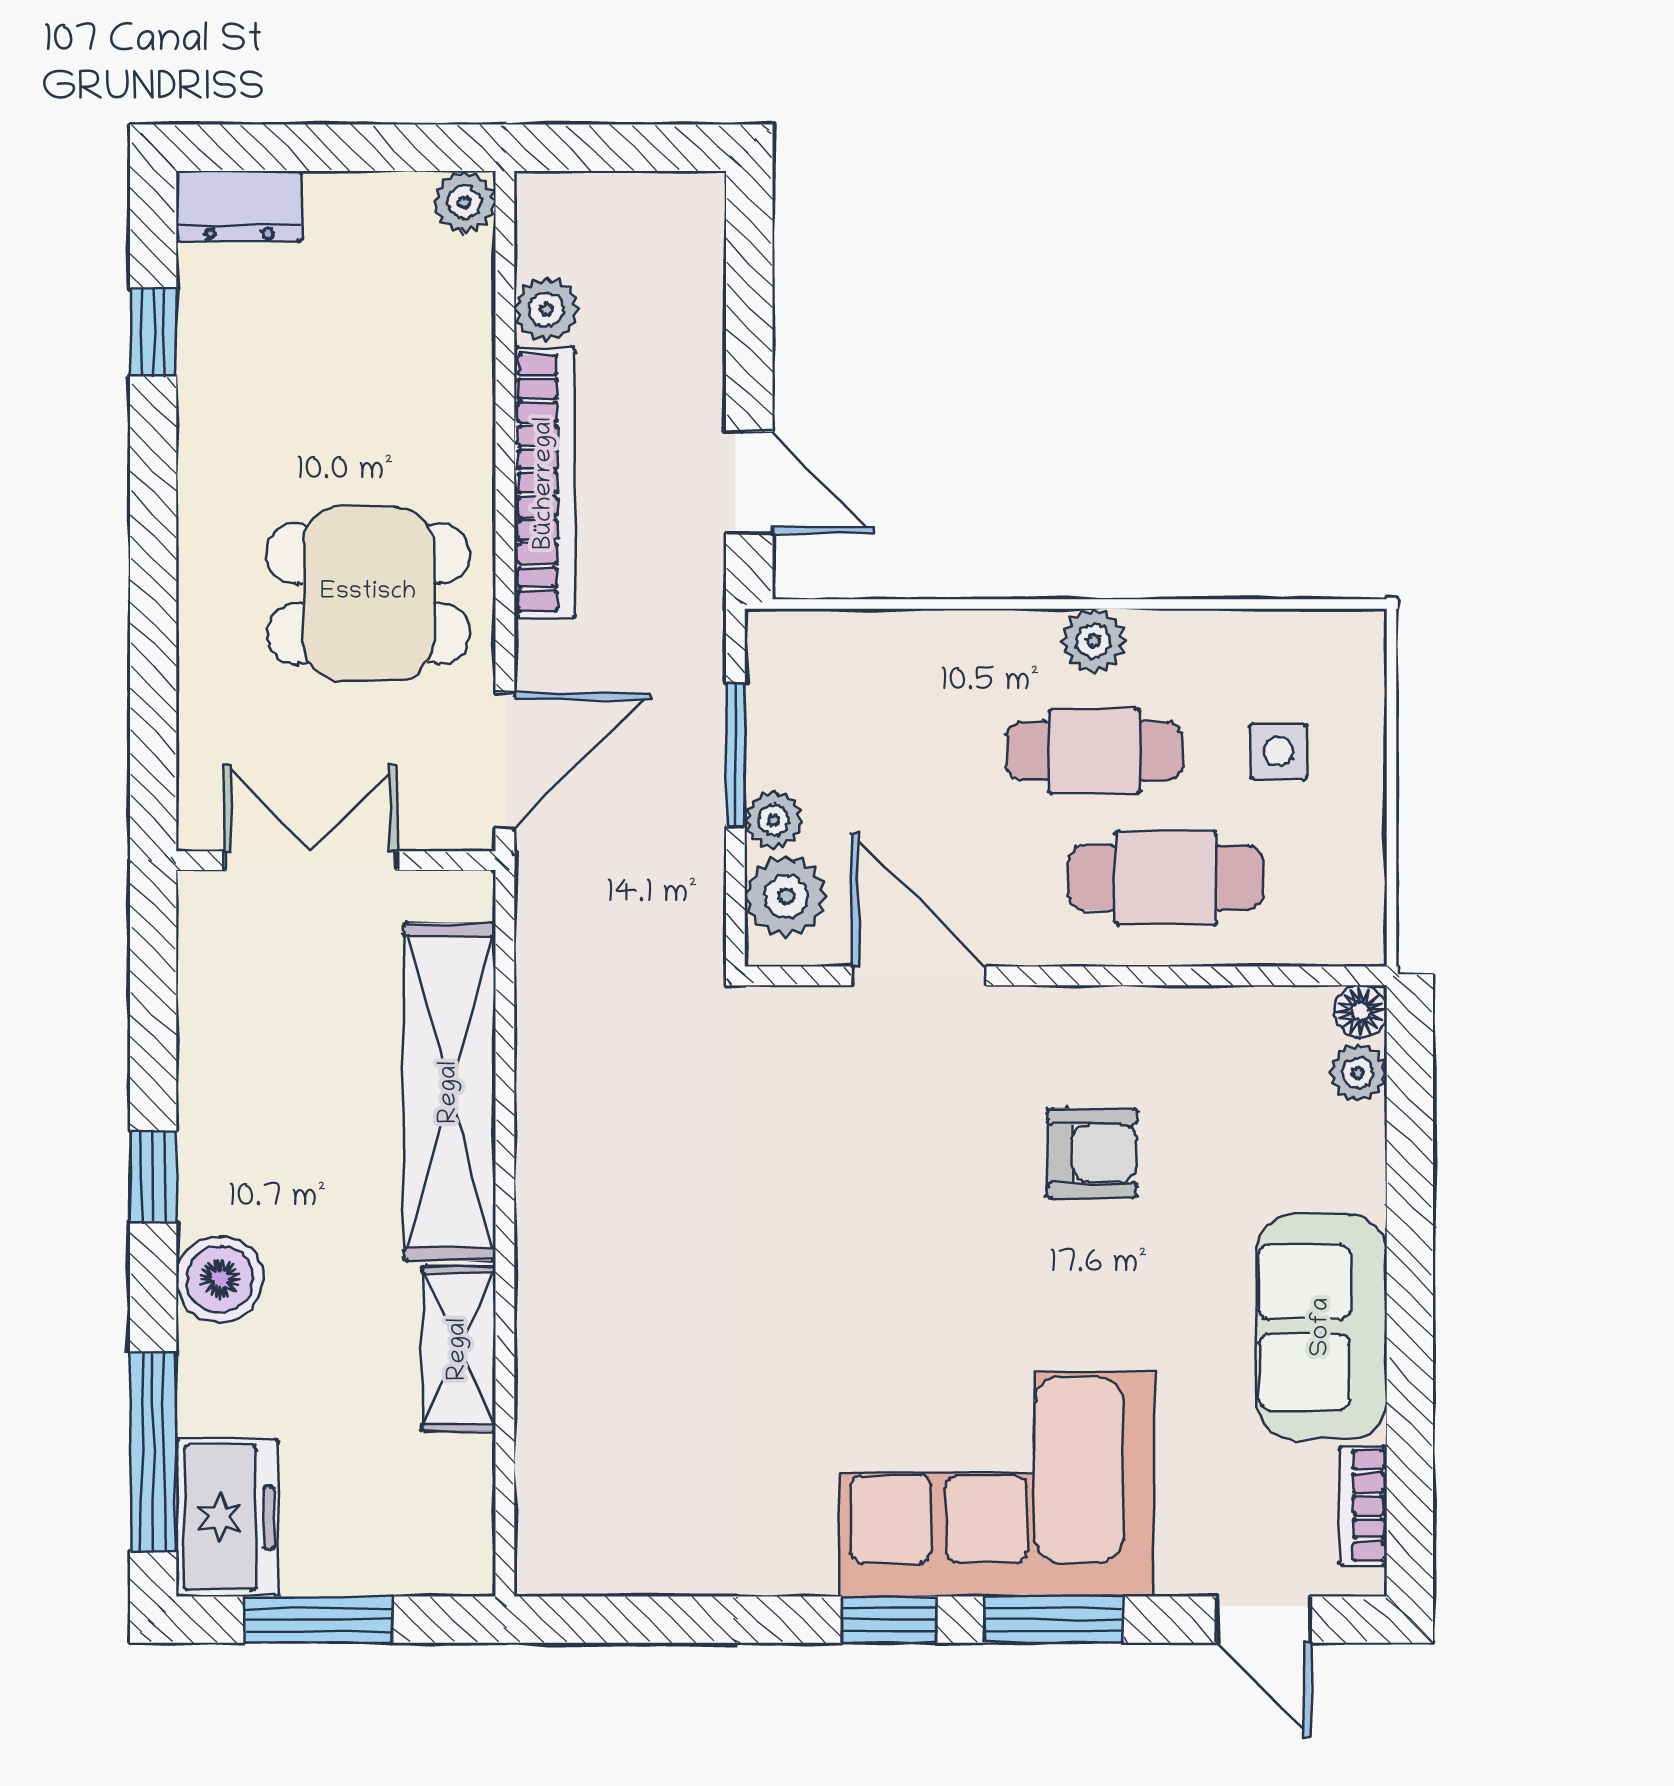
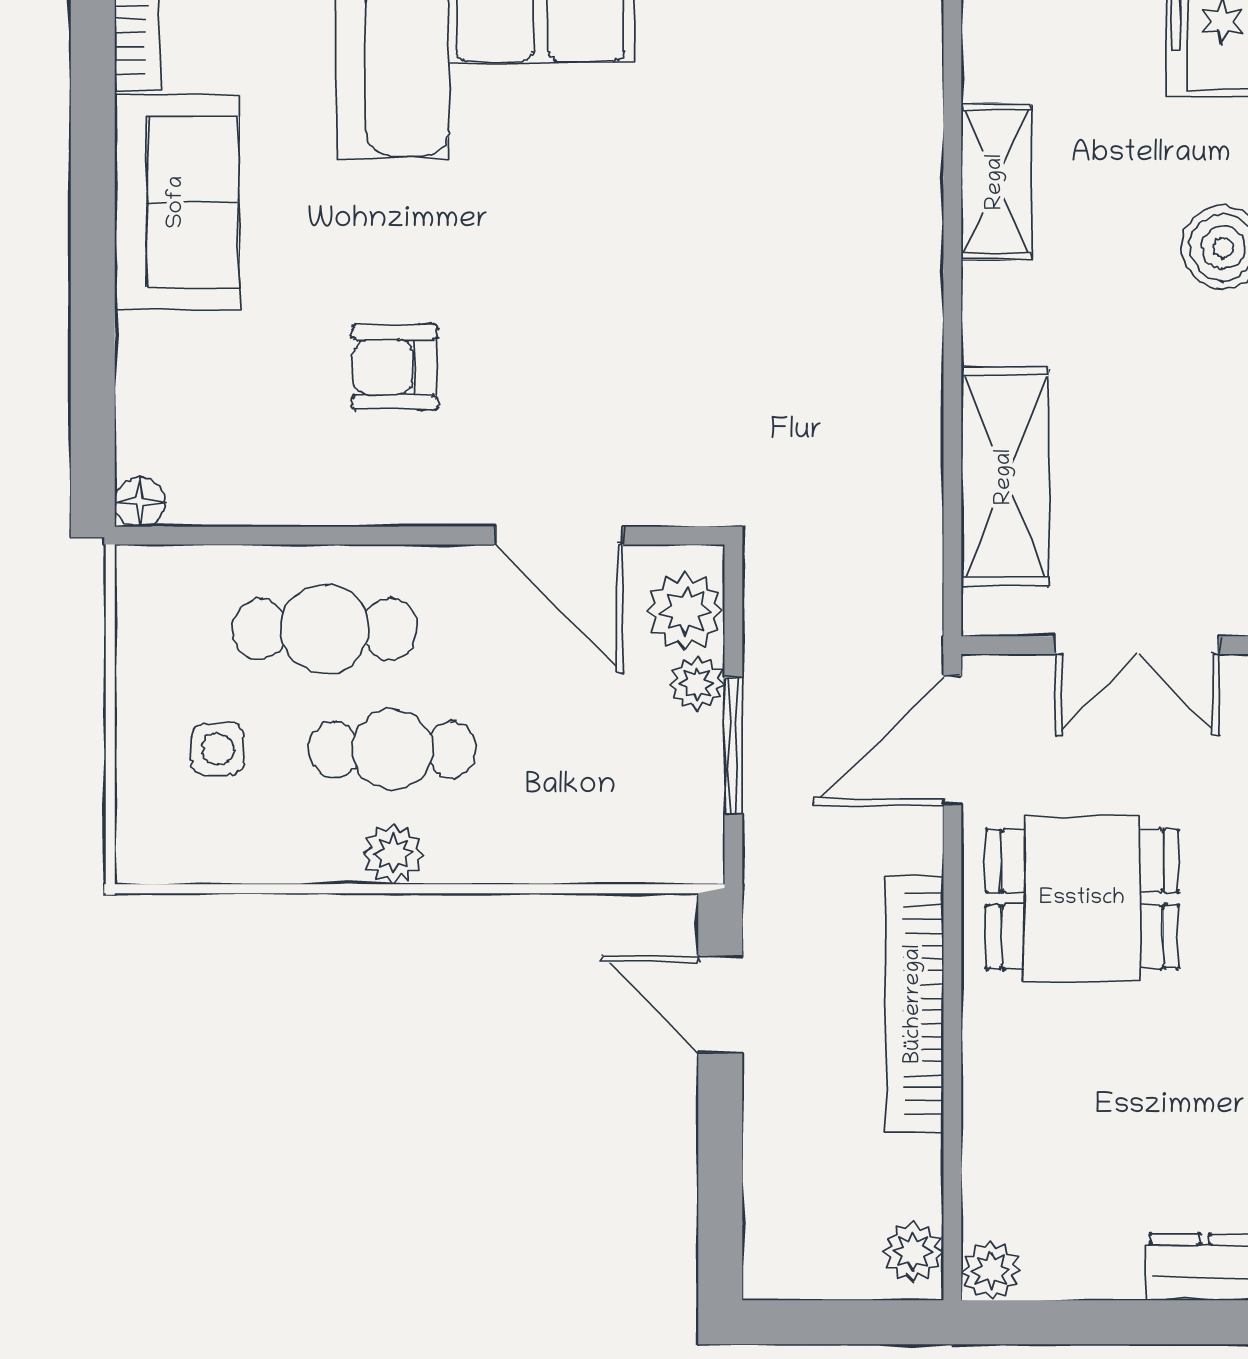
plant: (546, 309) -> (913, 1252), moved
plant: (1358, 1073) -> (142, 444), removed
shelving: (450, 1092) -> (1005, 477), width x0.68

